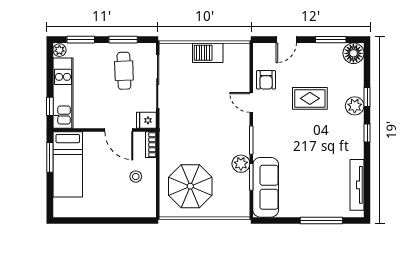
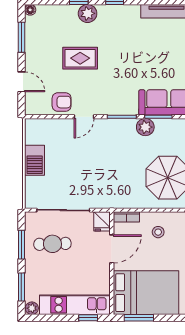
floor lamp: (353, 53) -> (30, 10), width x0.53, depth x0.53
rug: (310, 98) -> (80, 58), turned 90
bed: (68, 164) -> (146, 293), width x1.50

